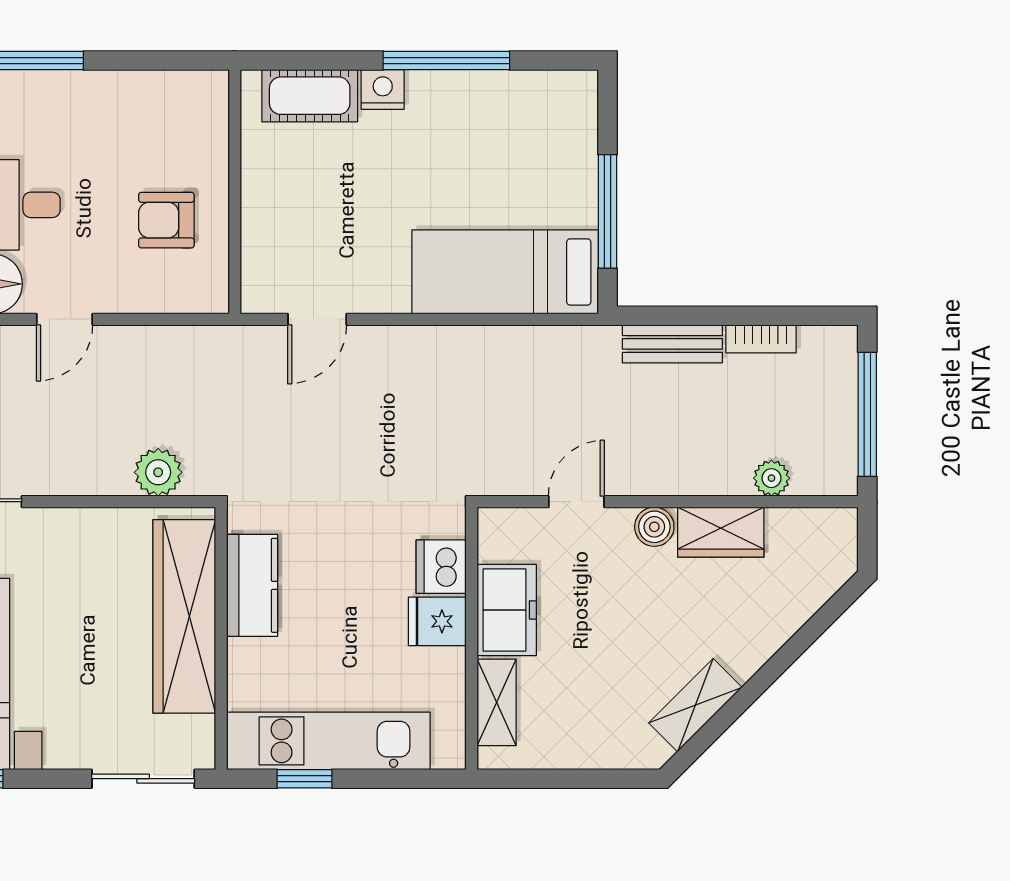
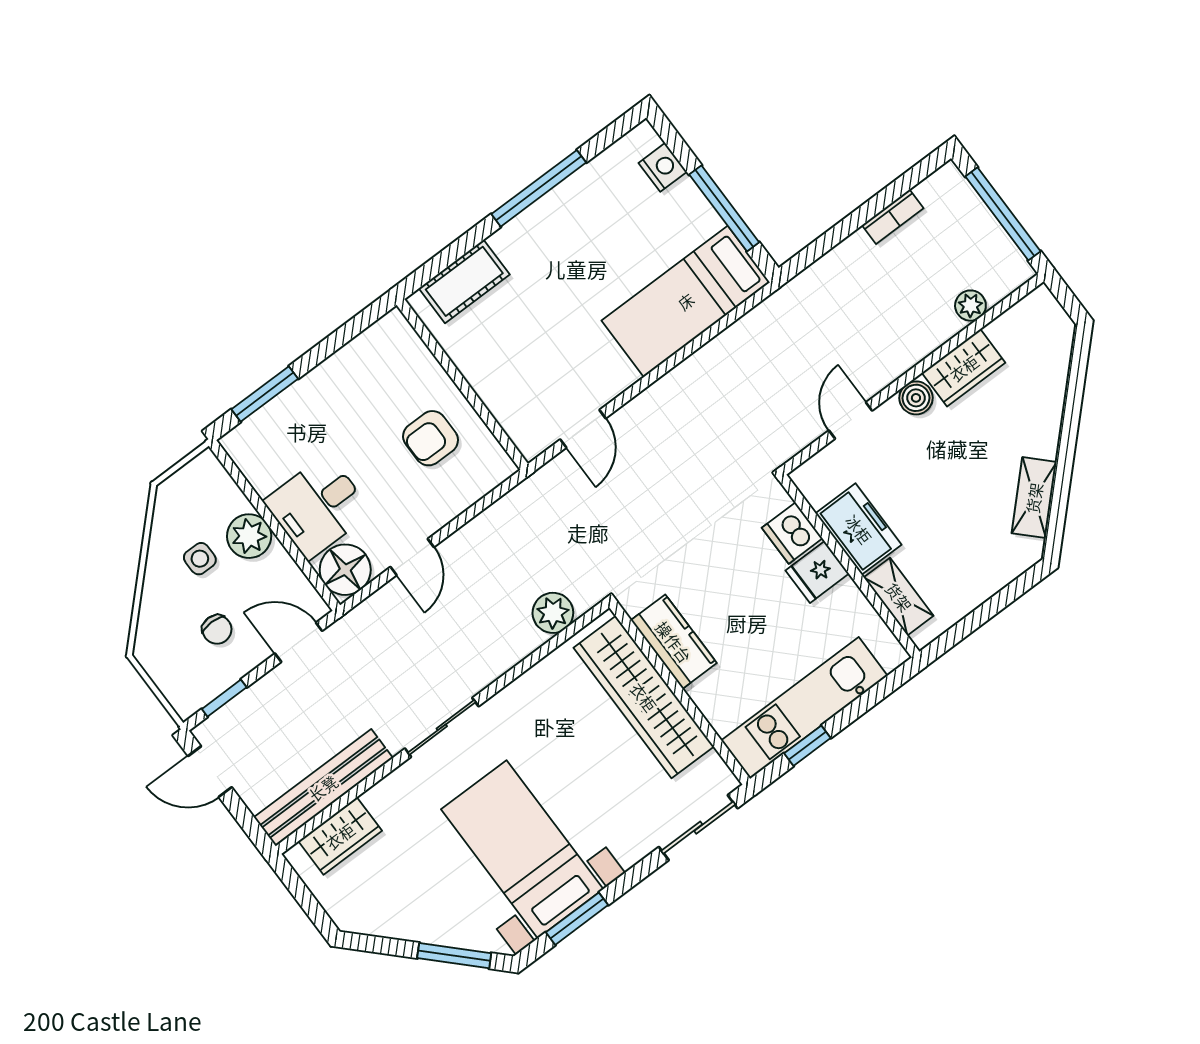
nightstand: (383, 89) -> (663, 167), moved, turned 90
bench: (672, 344) -> (835, 265), removed

